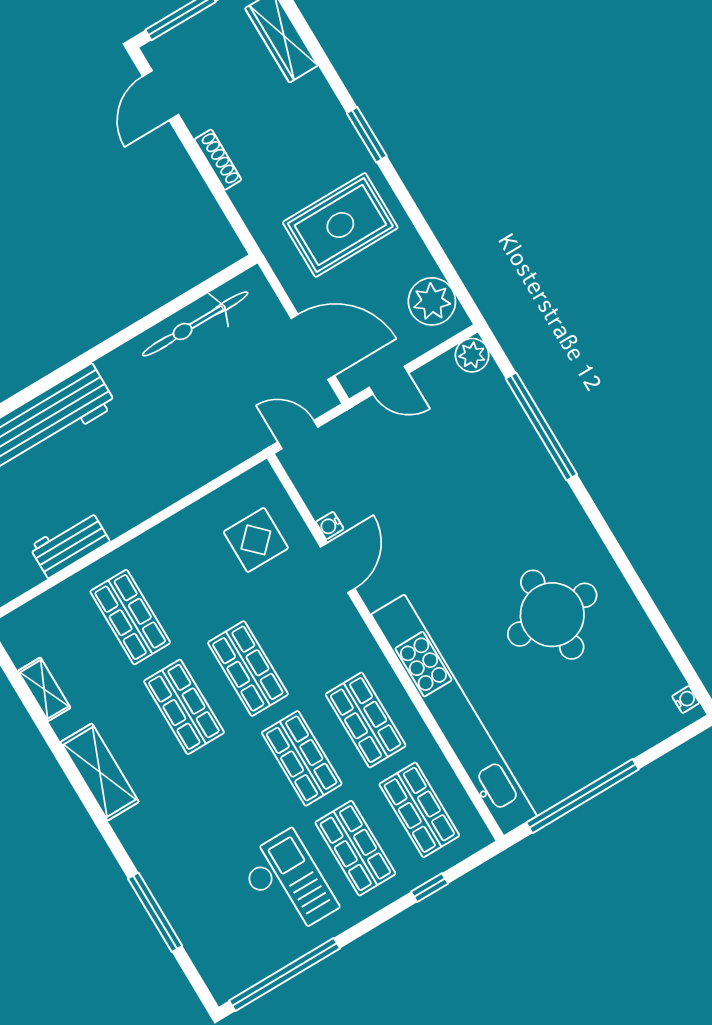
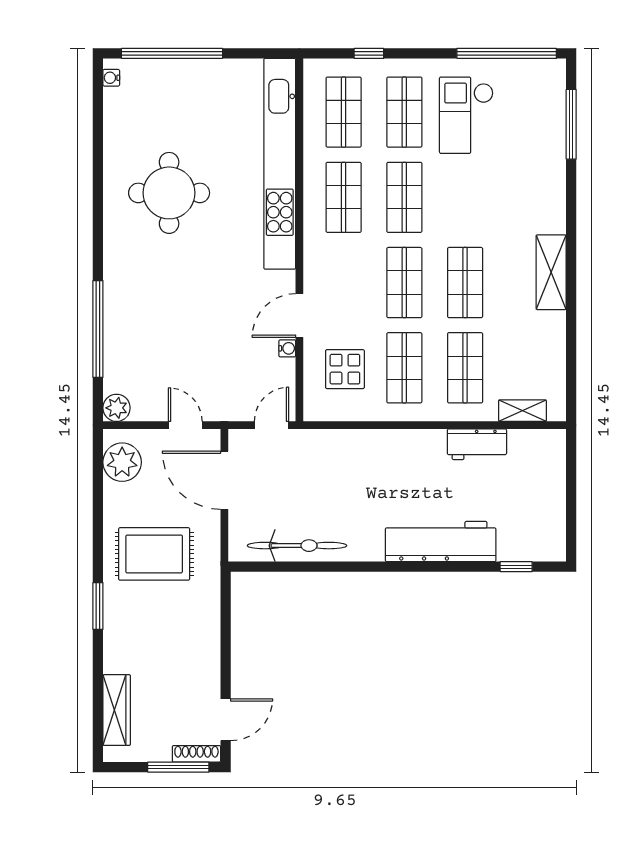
shoe rack: (218, 160) -> (196, 754), moved, turned 90
door: (298, 435) -> (272, 425), swing flipped
shop shelf: (194, 579) -> (404, 368), added
shelving: (44, 689) -> (522, 411), moved, turned 90
window: (583, 796) -> (172, 53), moved
window: (155, 912) -> (571, 124), moved

